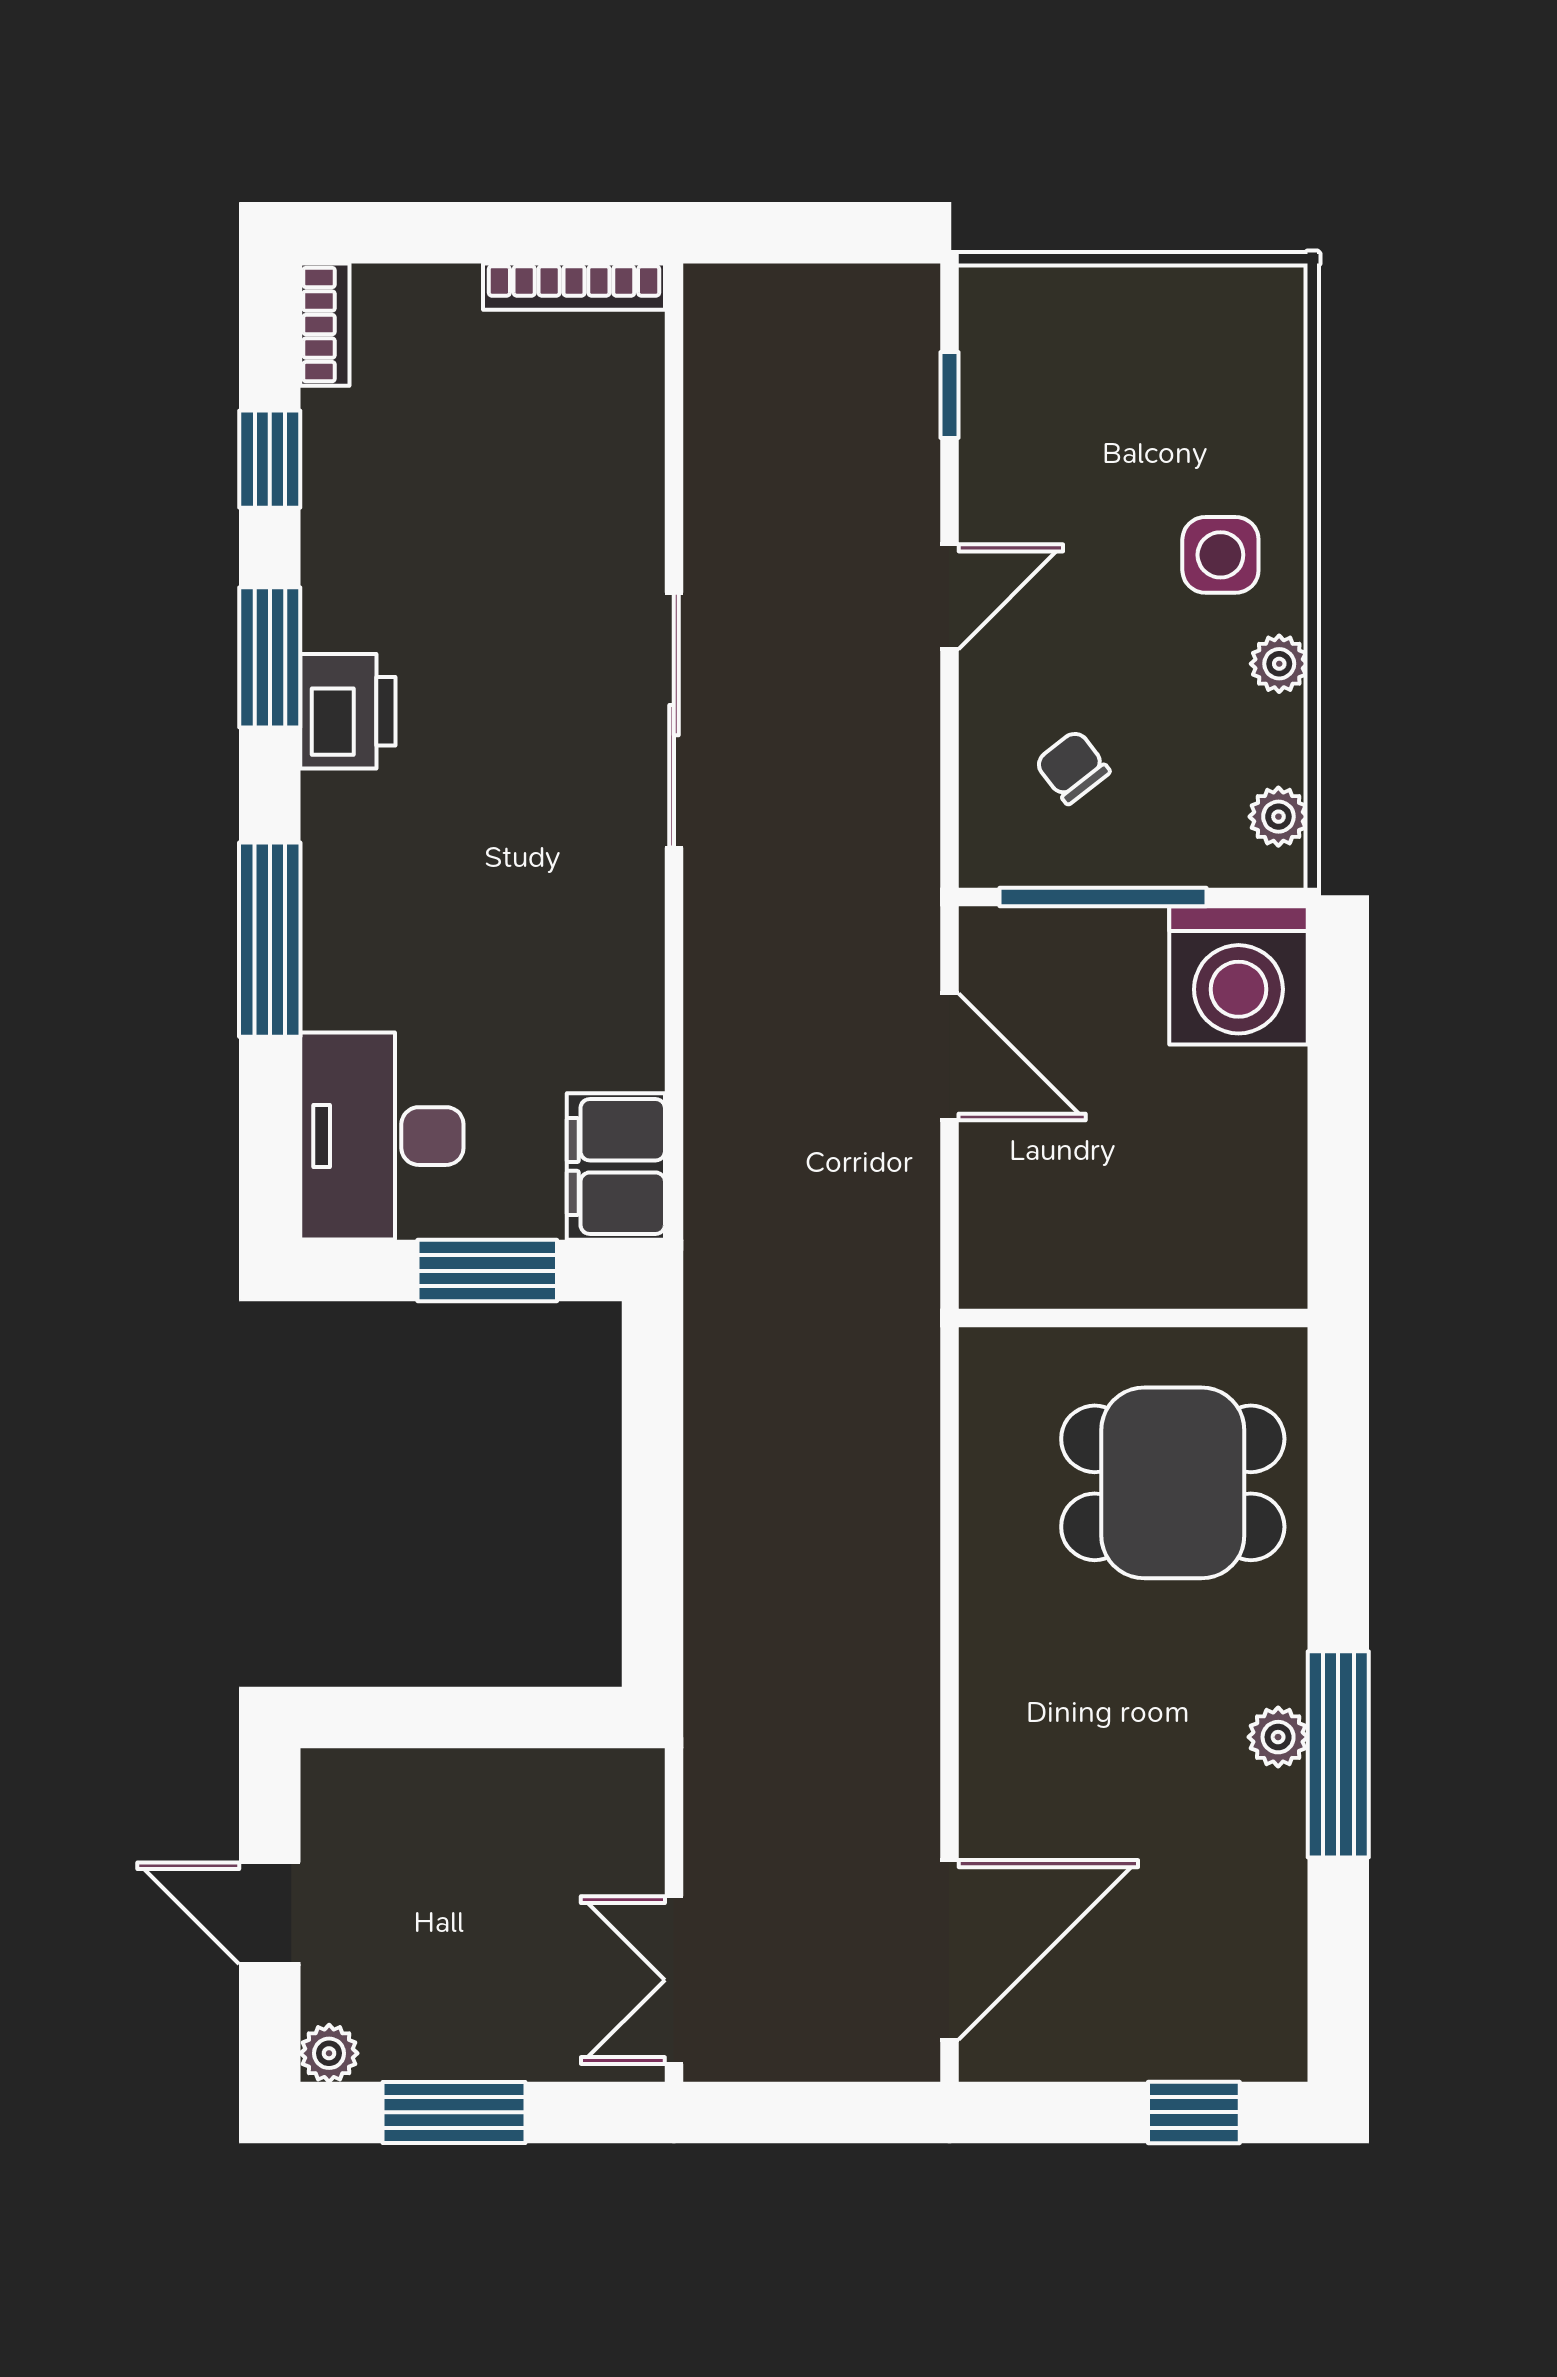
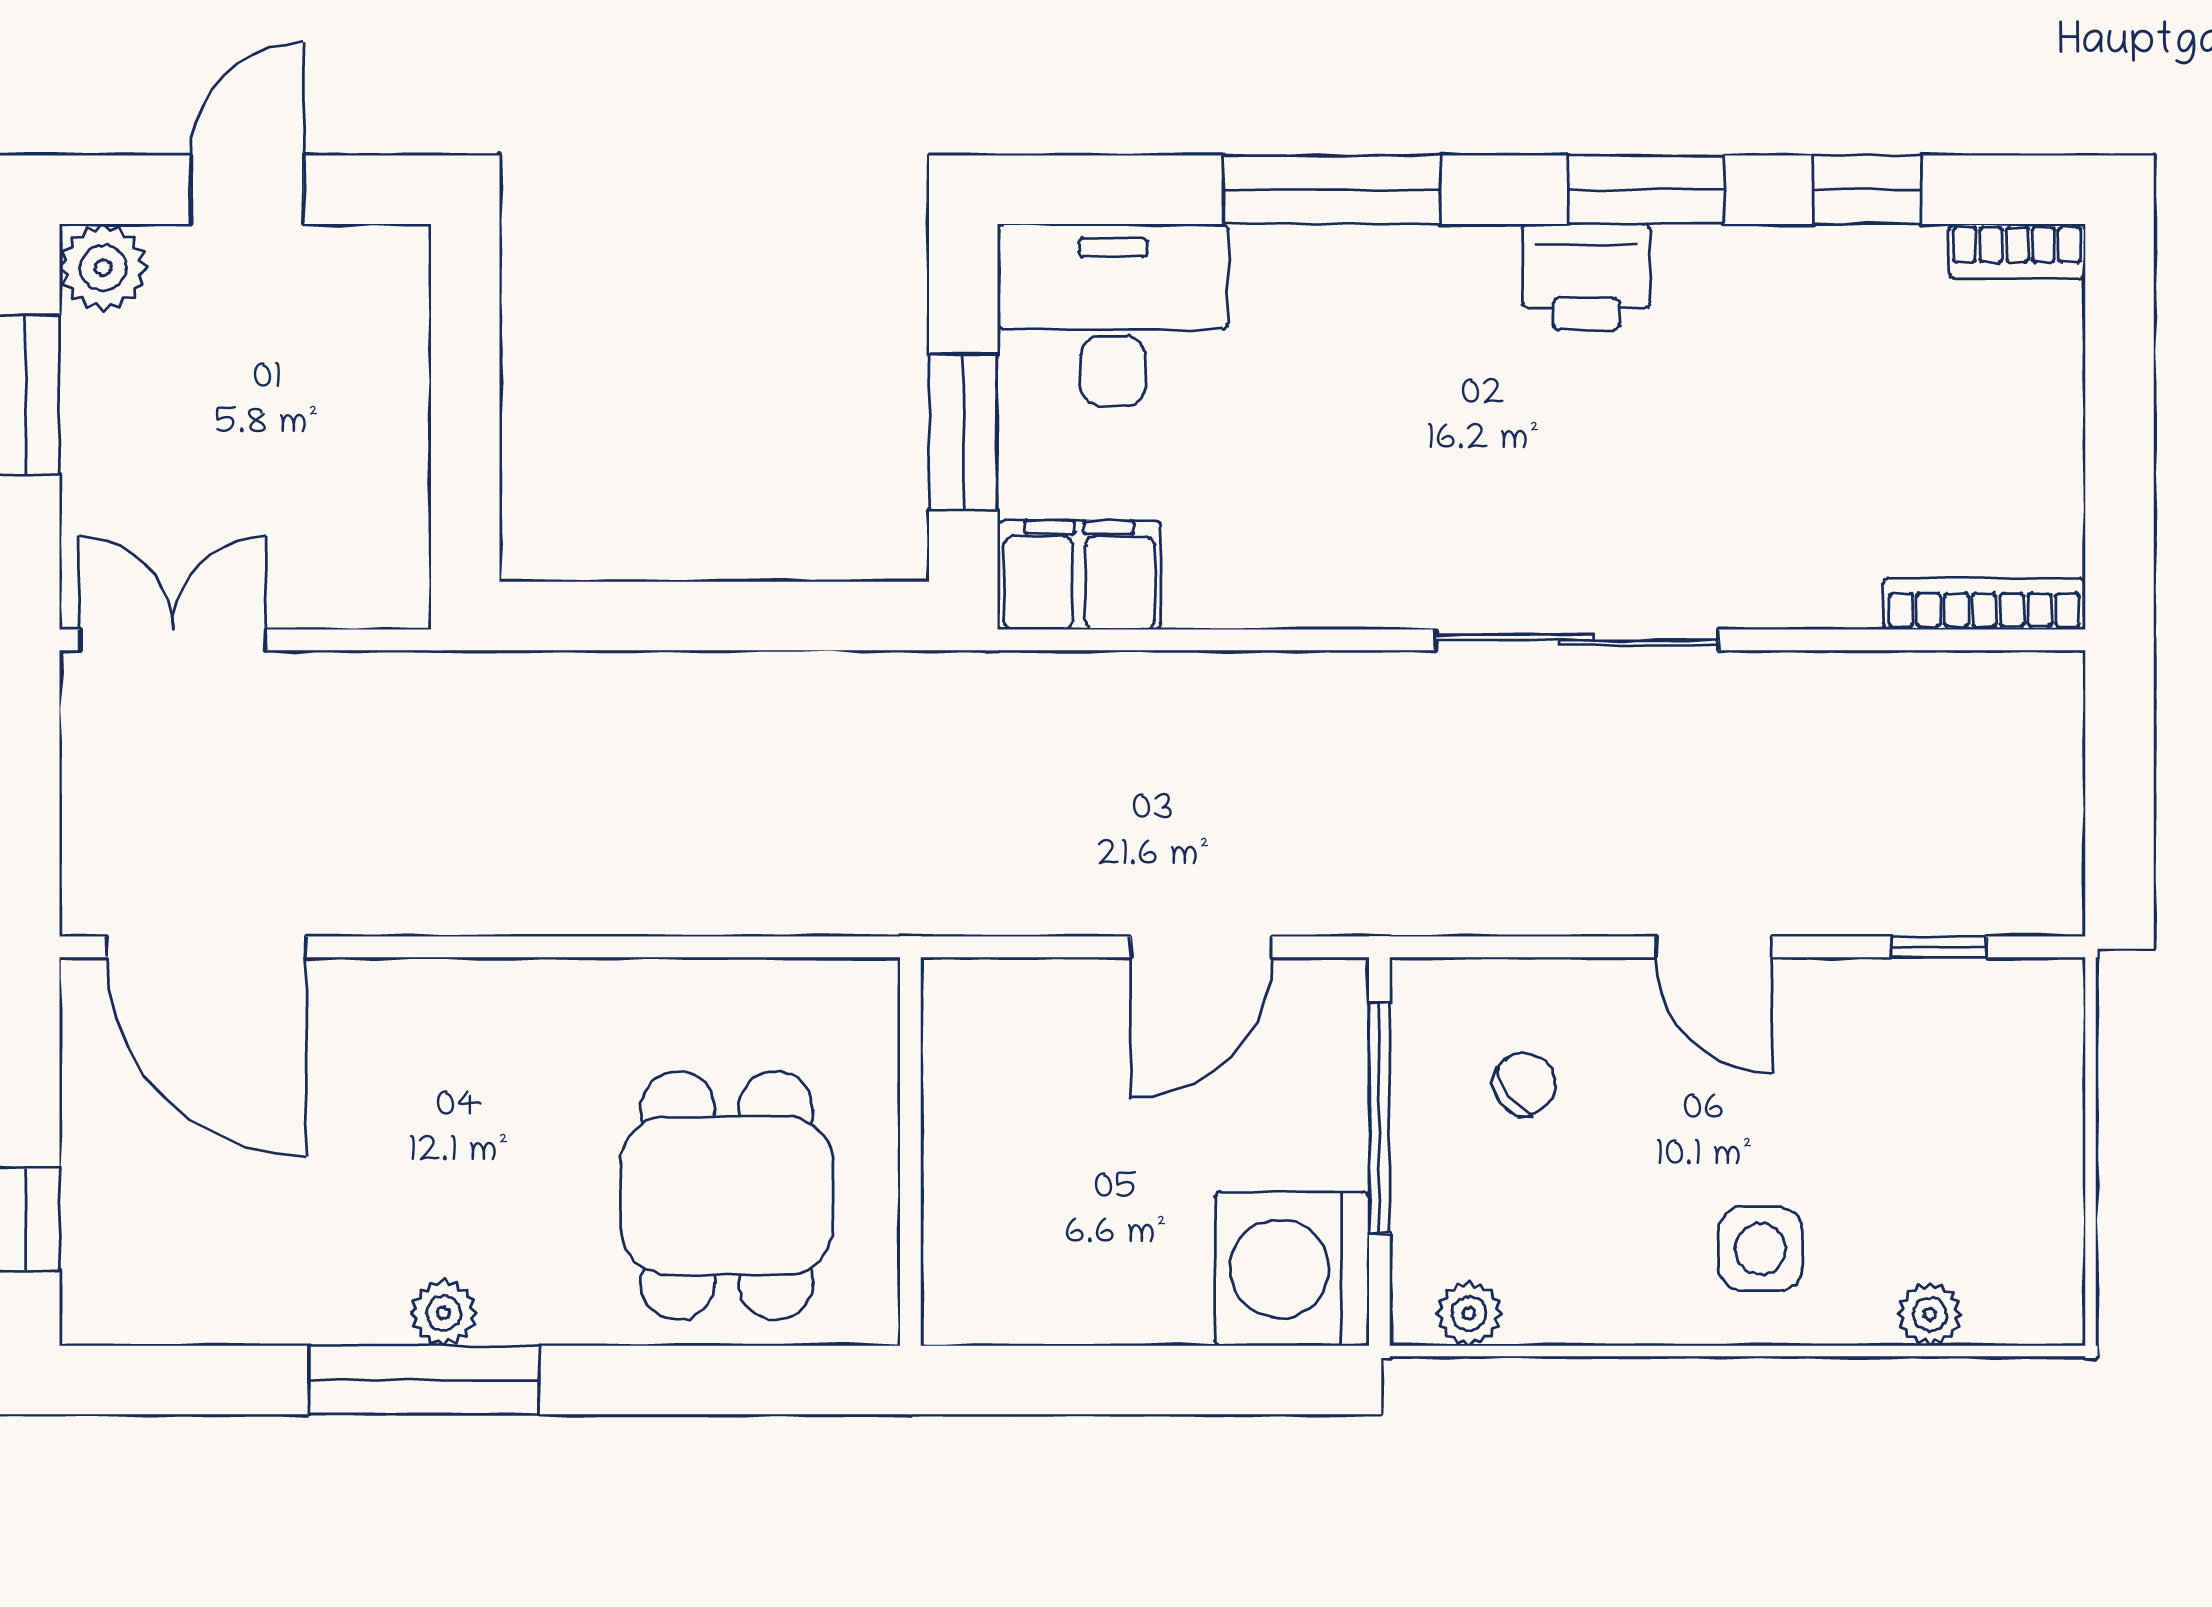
bookcase: (574, 287) -> (1984, 604), moved, turned 90
plant: (1279, 664) -> (1930, 1314), moved
plant: (329, 2053) -> (103, 268), width x1.38, depth x1.38

